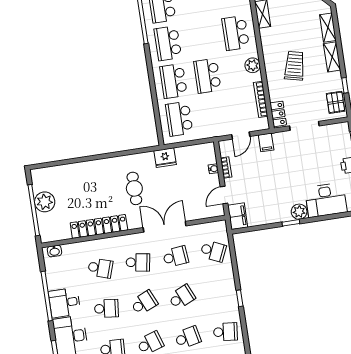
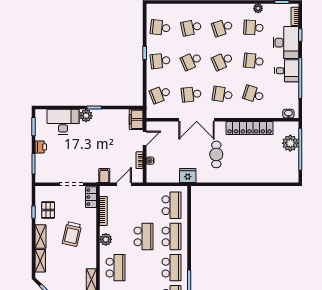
pallet: (336, 102) -> (48, 210), moved
plant: (45, 202) -> (290, 143), moved
school desk: (213, 251) -> (160, 94), turned -45
school desk: (219, 291) -> (160, 61), added

